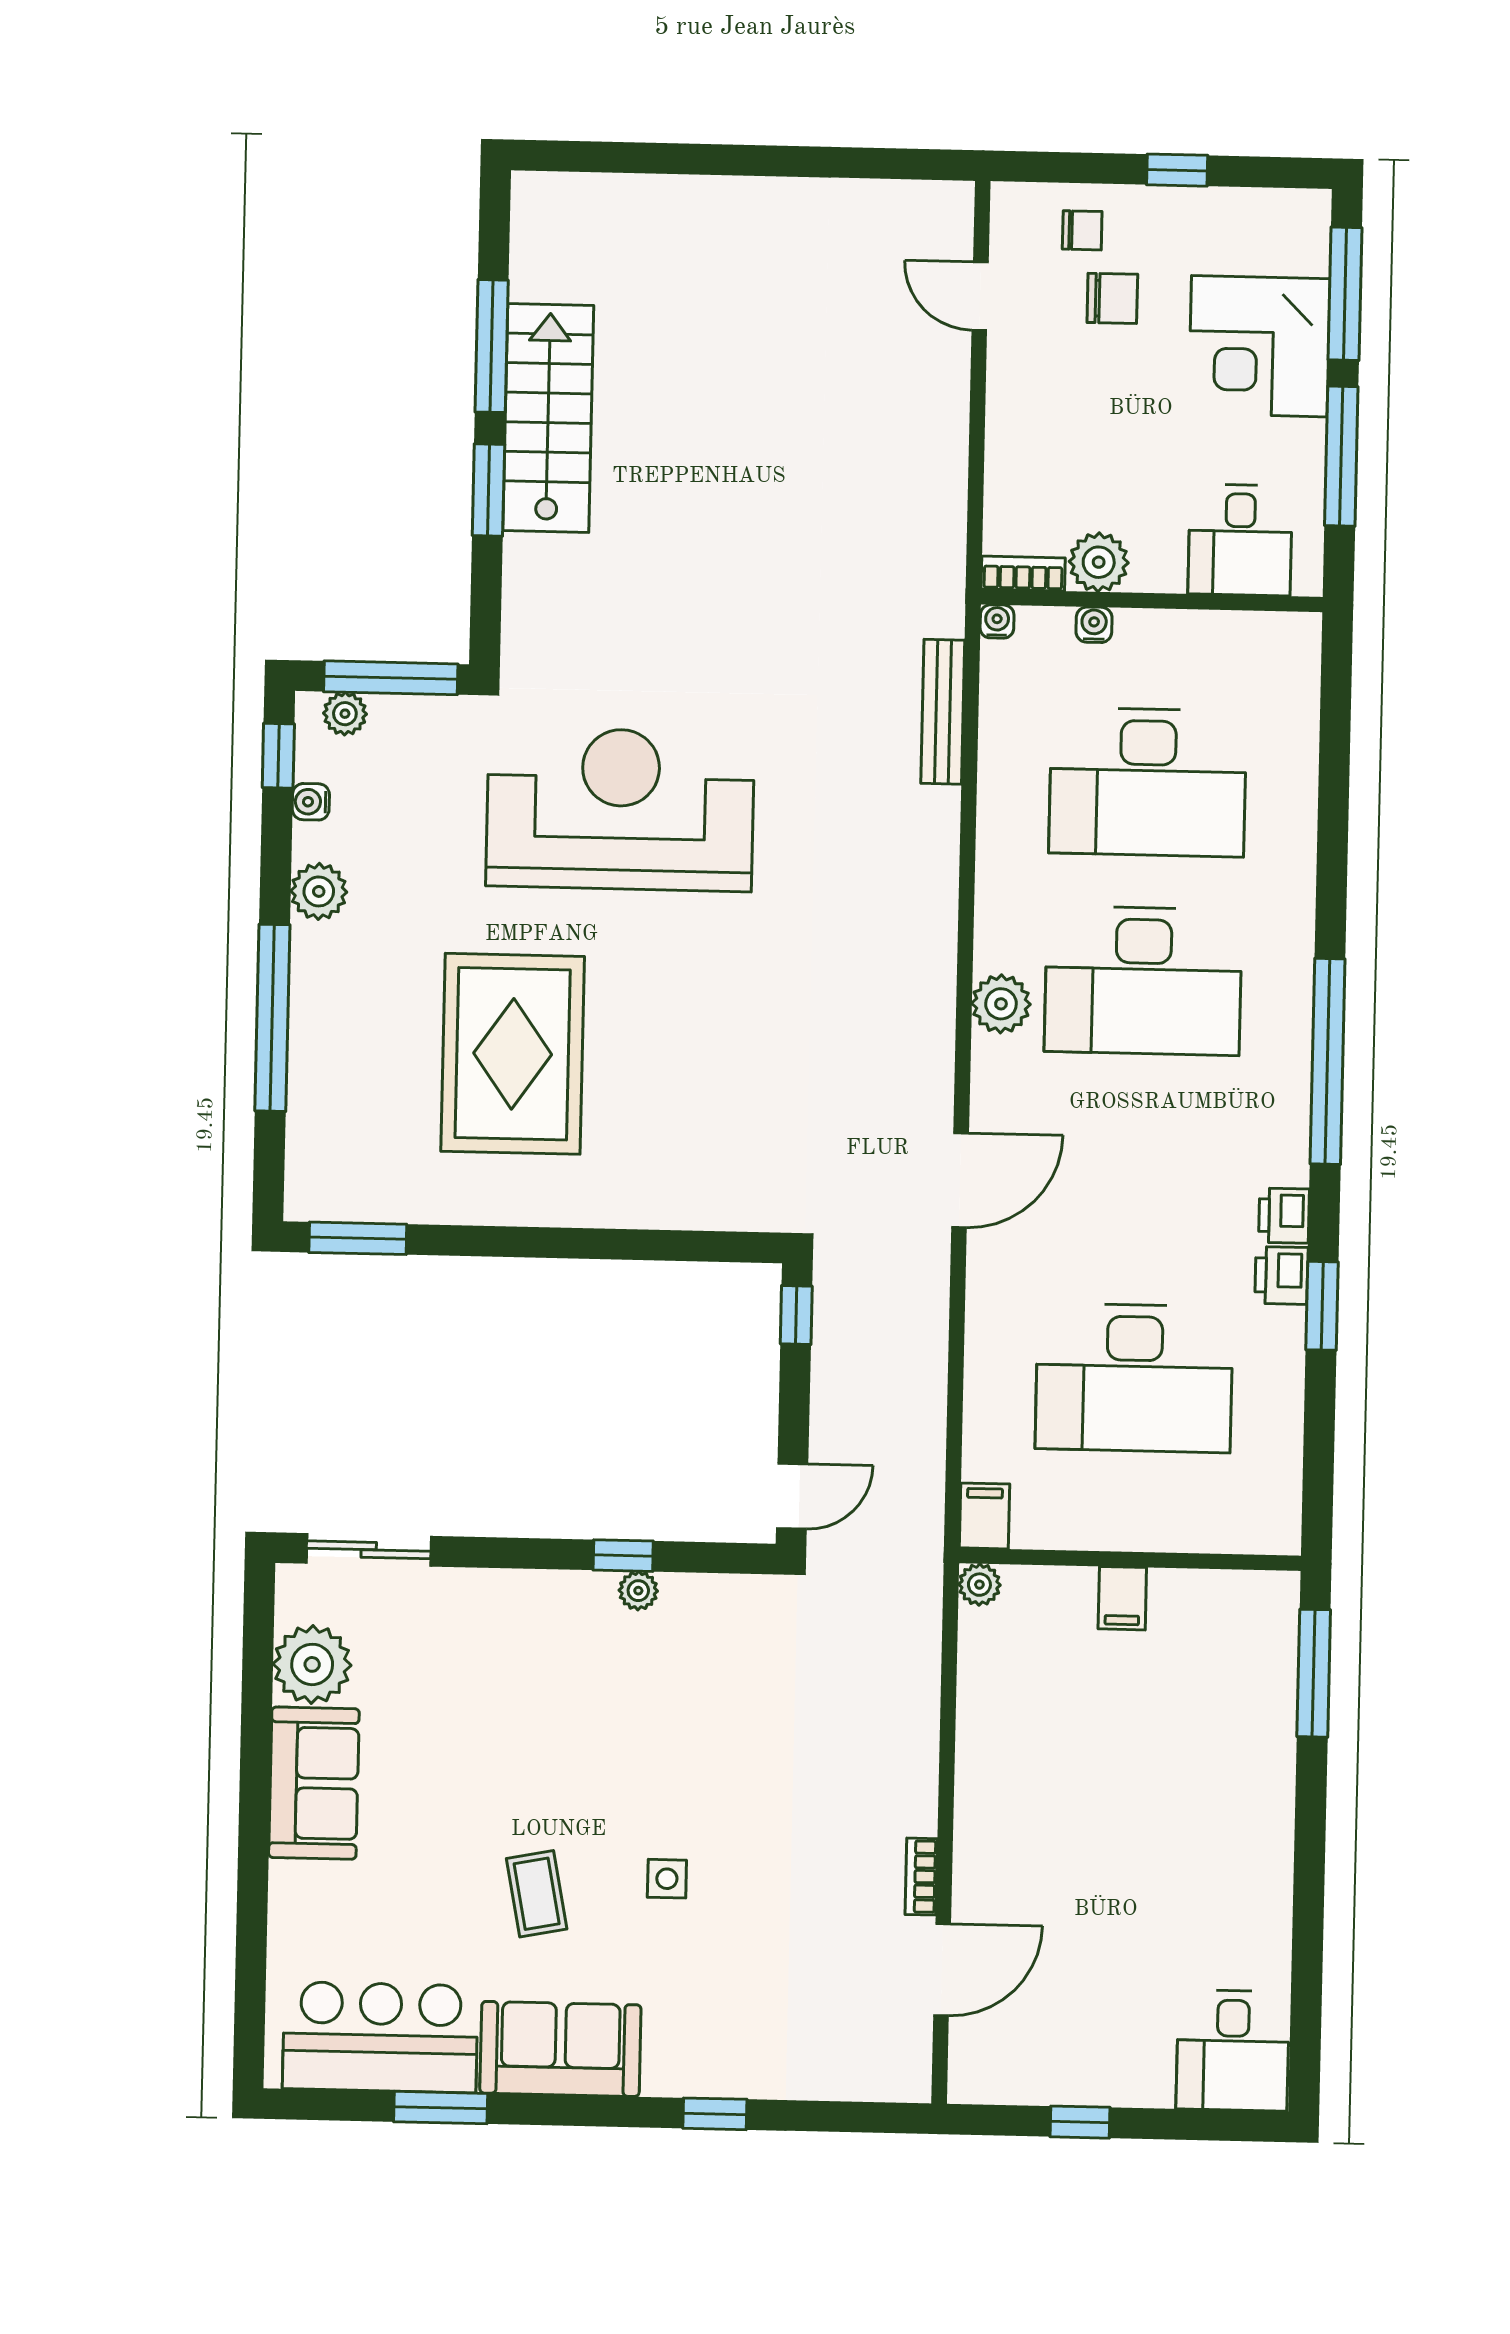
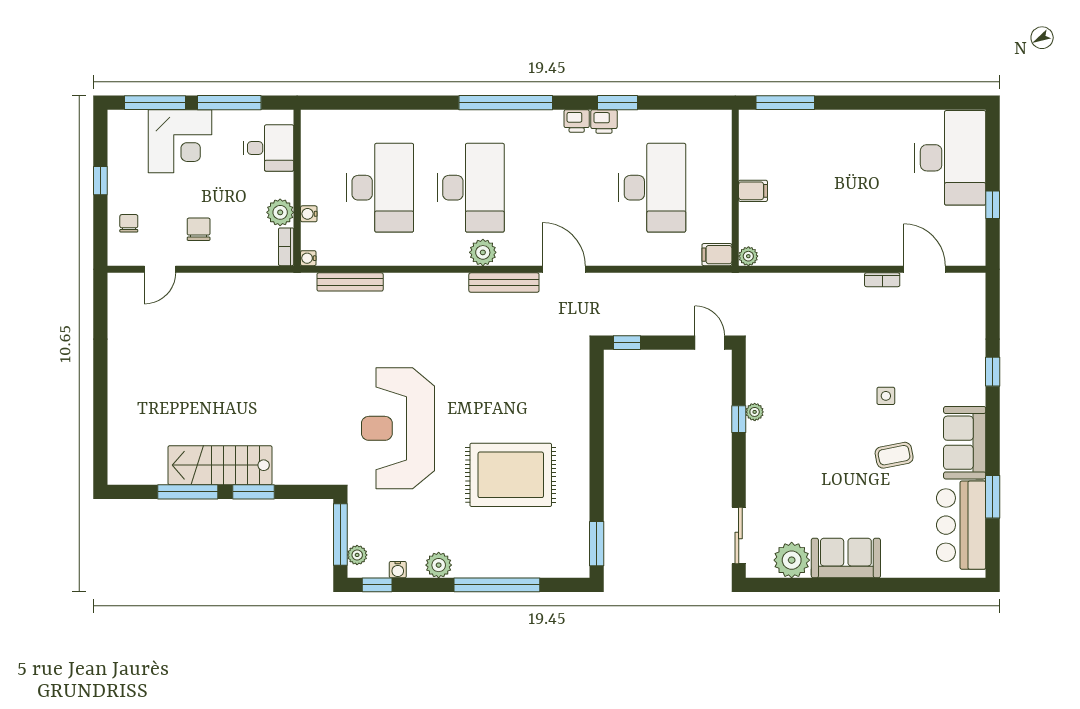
chair: (1112, 298) -> (199, 229), moved
bench: (934, 1048) -> (504, 283), added
desk: (1233, 2051) -> (950, 158), width x1.87, depth x1.30

